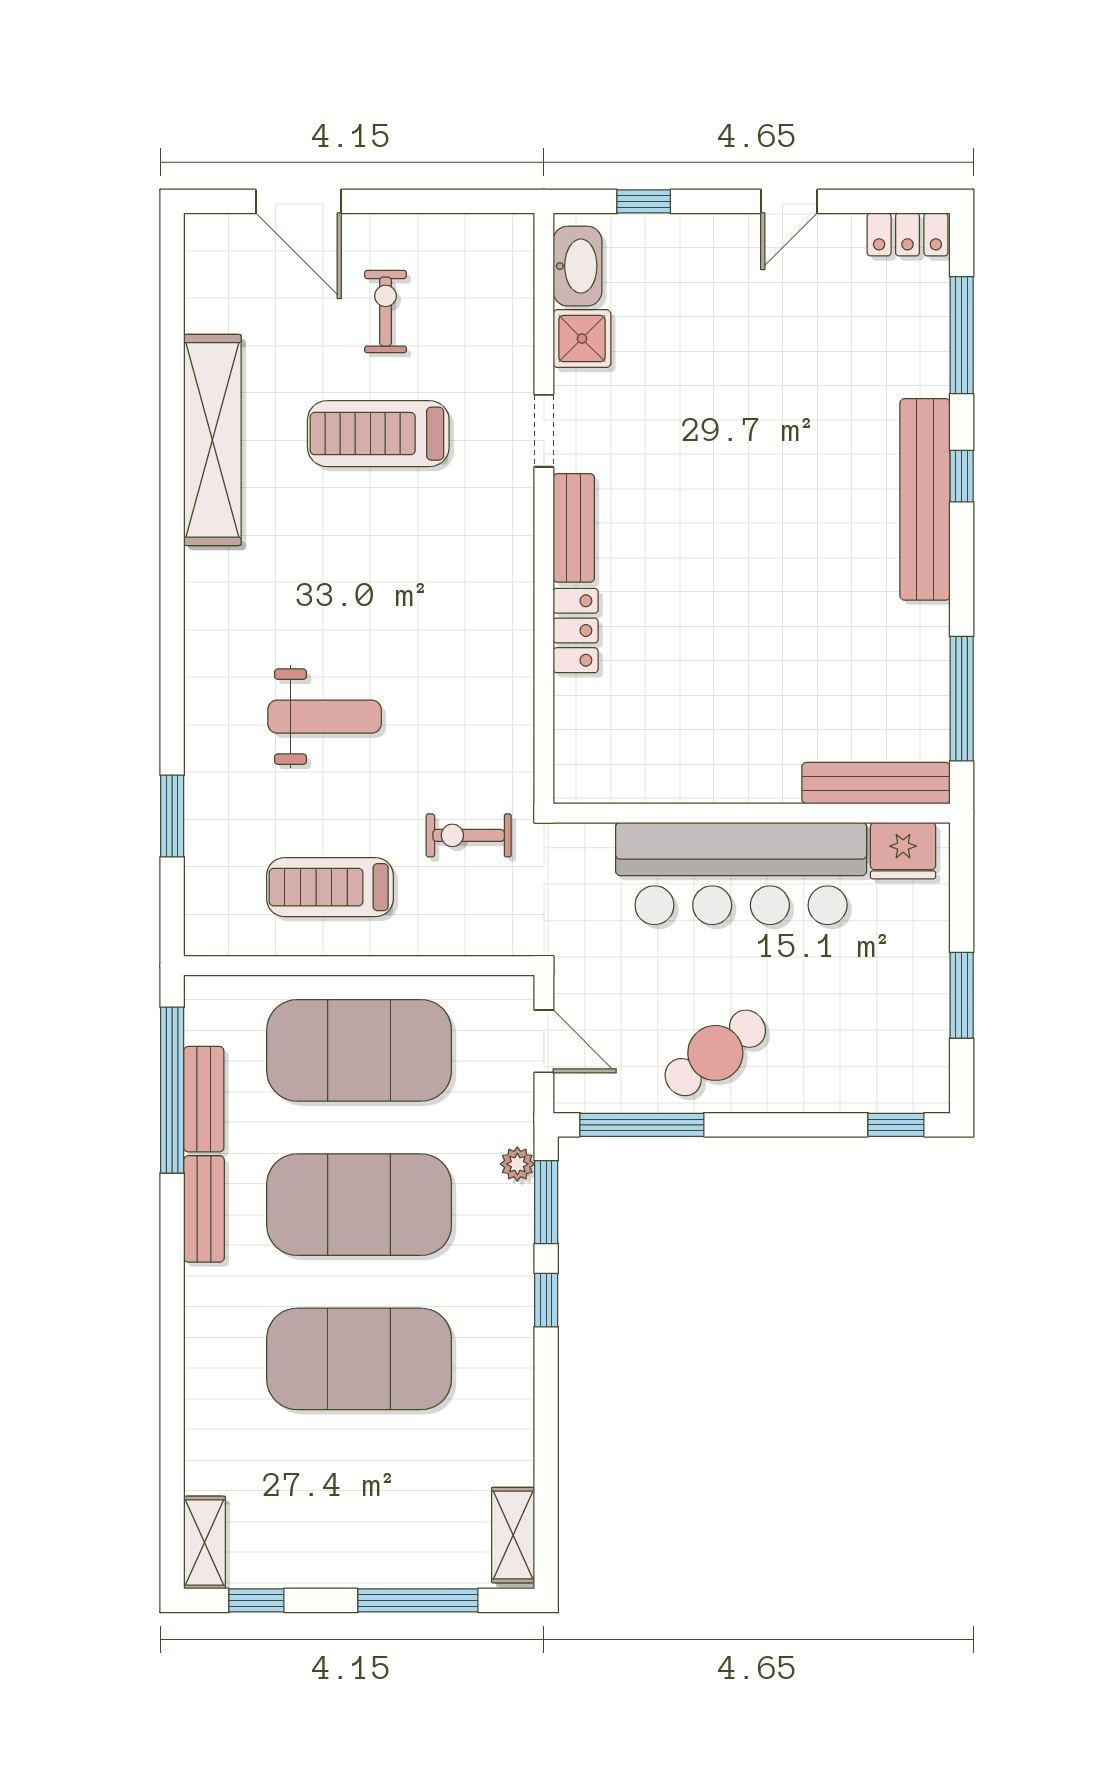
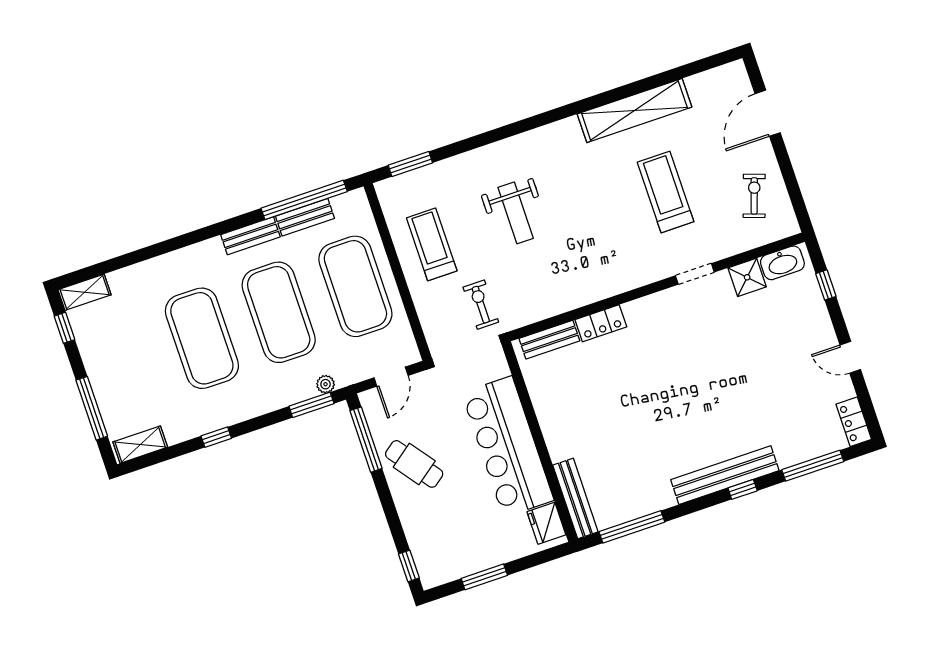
exercise bike: (386, 312) -> (754, 196), moved, turned -71
bench: (574, 528) -> (549, 340), moved
window: (172, 816) -> (410, 164), moved
window: (546, 1300) -> (216, 437), moved

